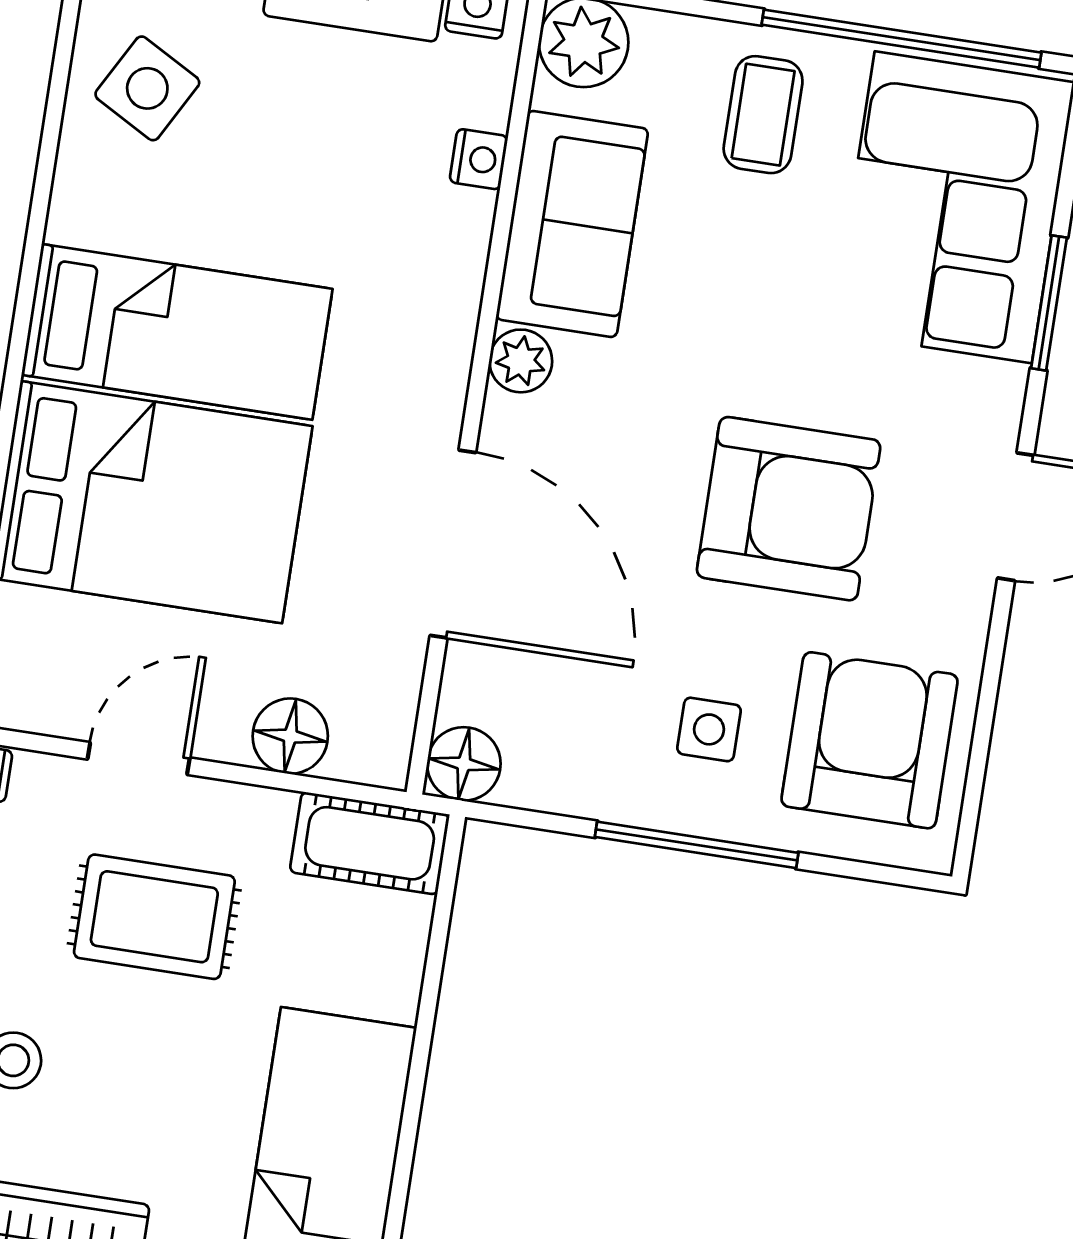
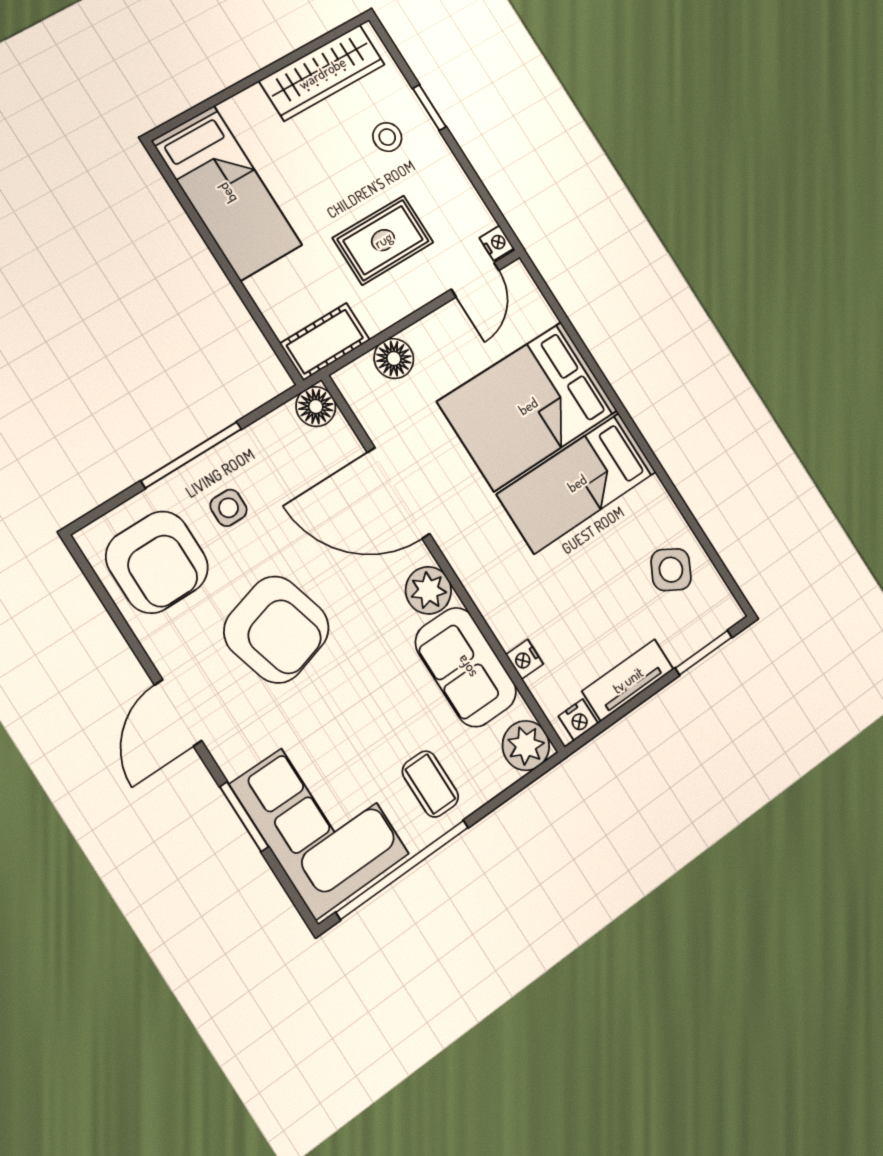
plant: (521, 361) -> (428, 590), width x1.38, depth x1.38
armchair: (789, 509) -> (277, 630), turned -106
door: (139, 759) -> (475, 280), moved

